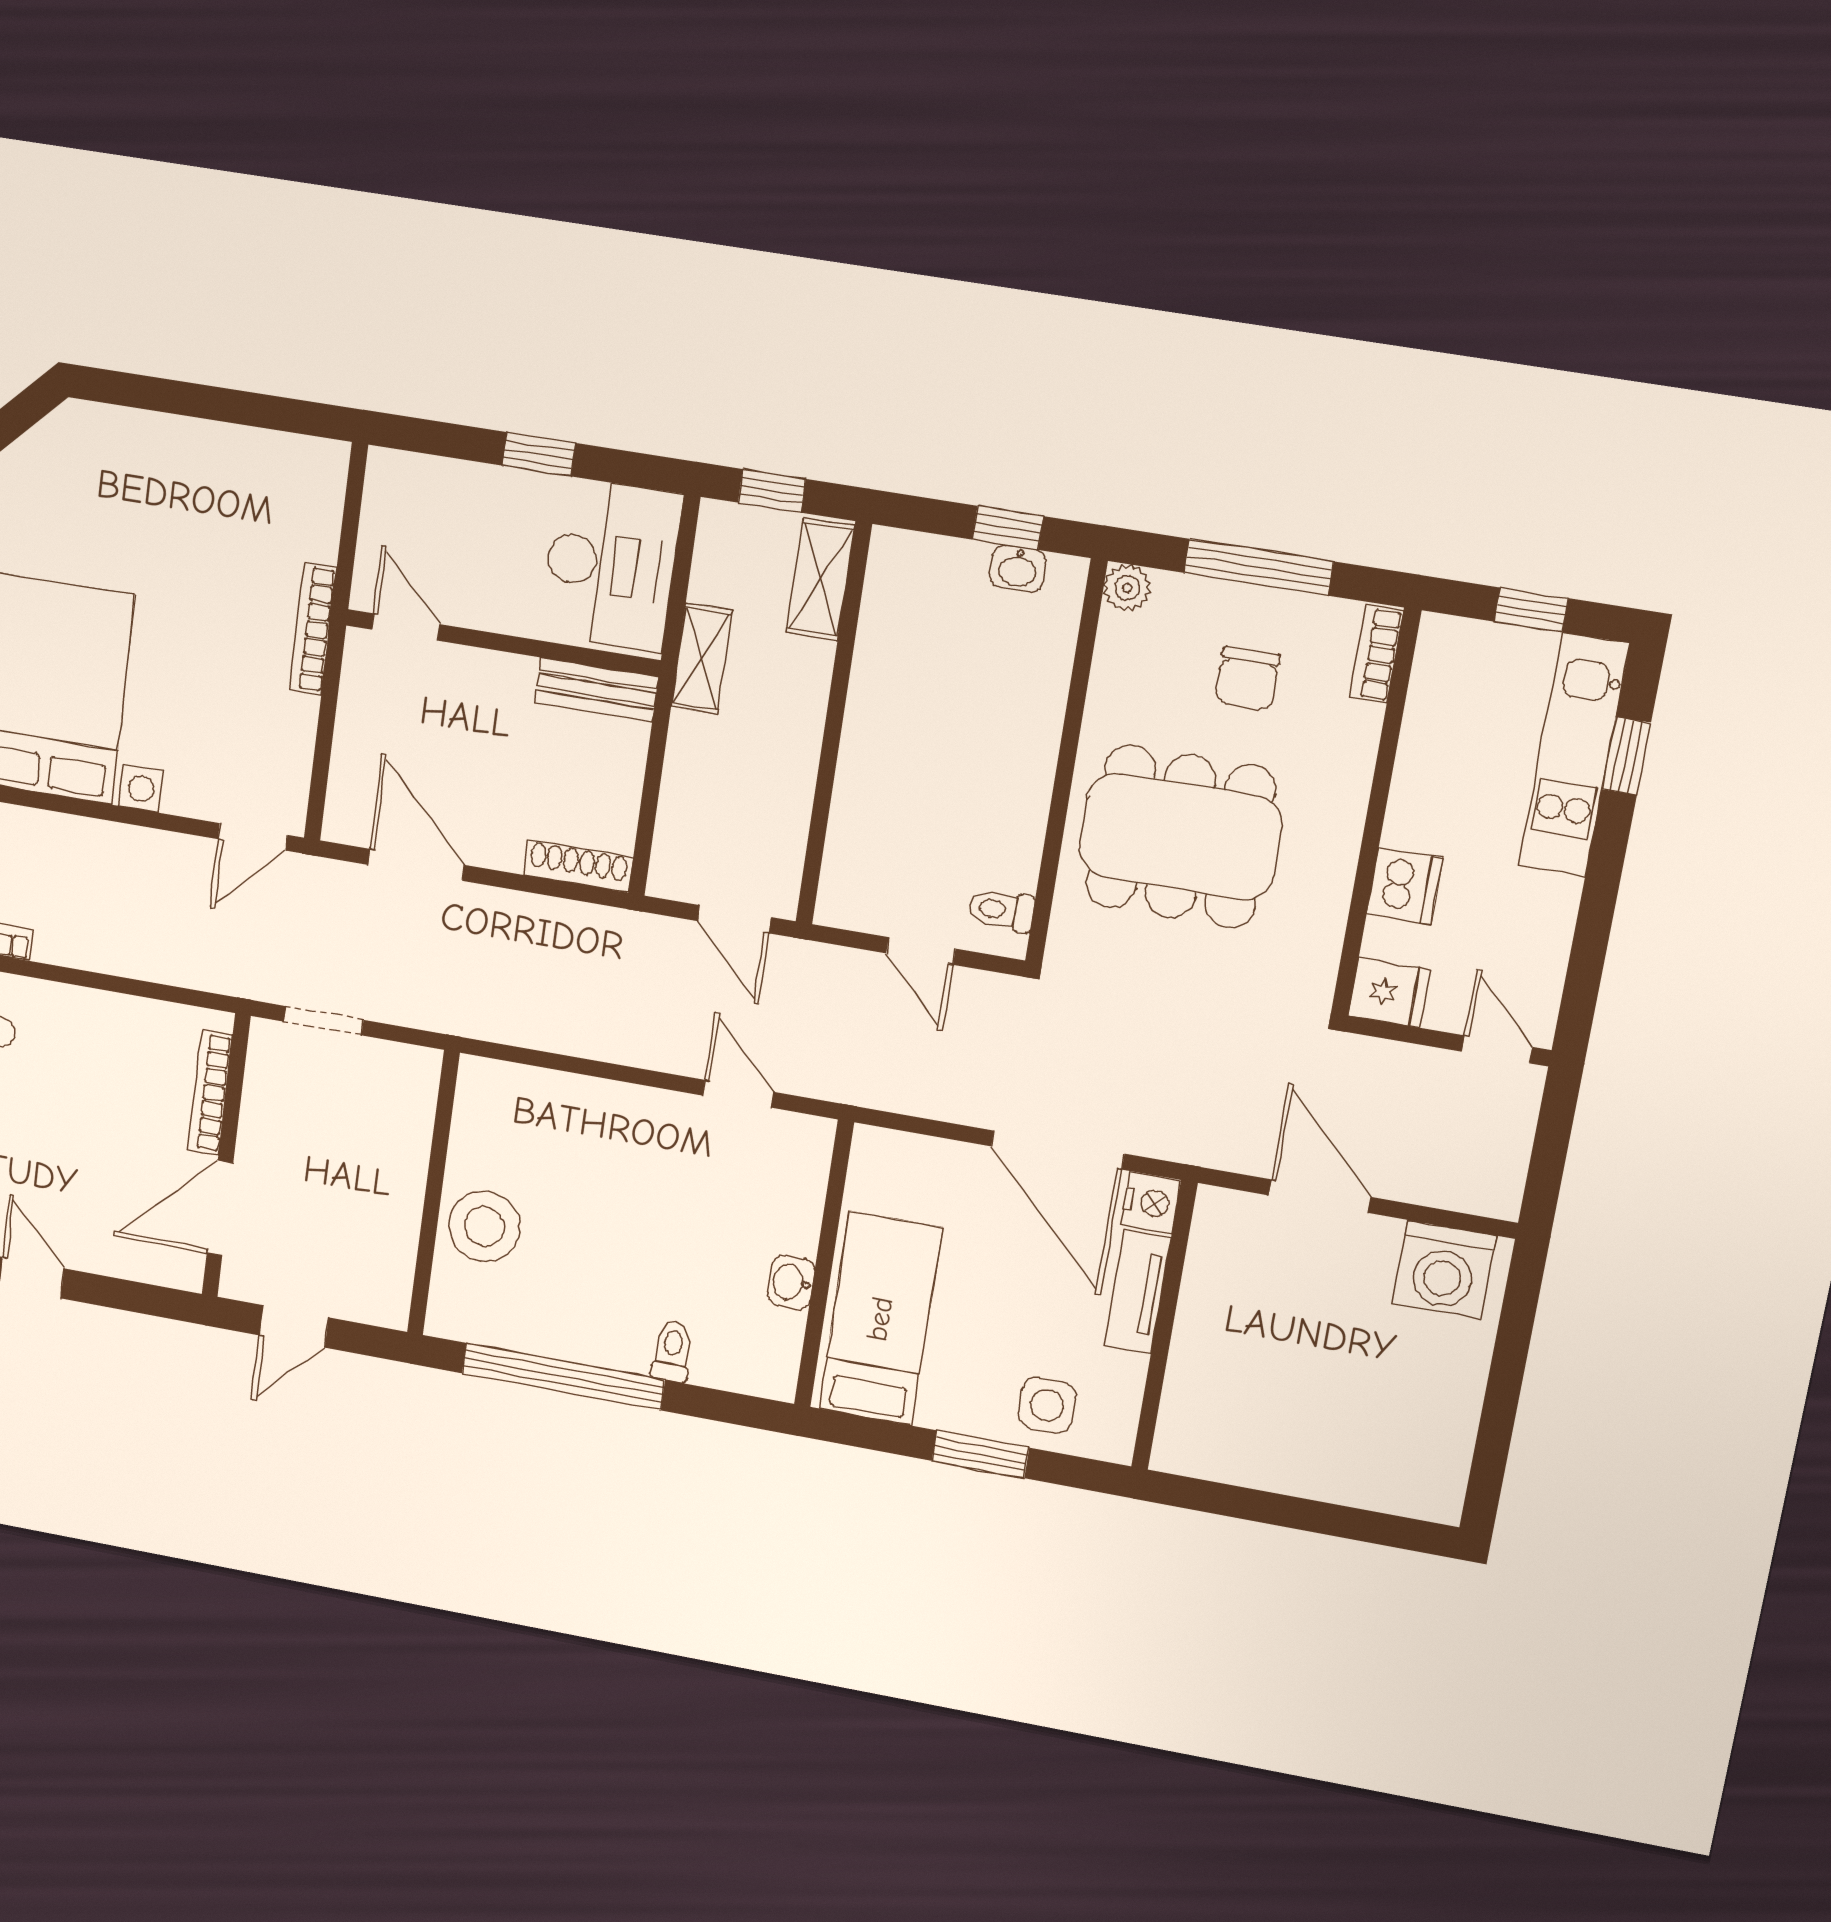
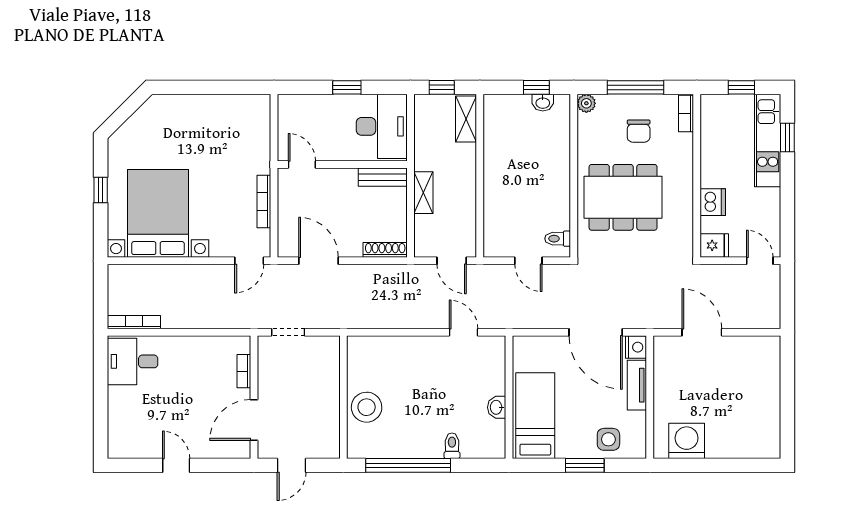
bookcase: (313, 629) -> (264, 201), moved
shelving: (701, 659) -> (423, 193), moved
bookcase: (210, 1092) -> (244, 371), width x0.64
washing machine: (1444, 1270) -> (687, 441), moved, turned 180

